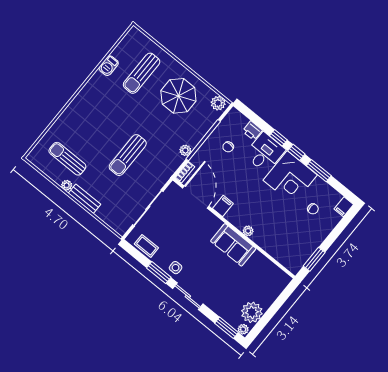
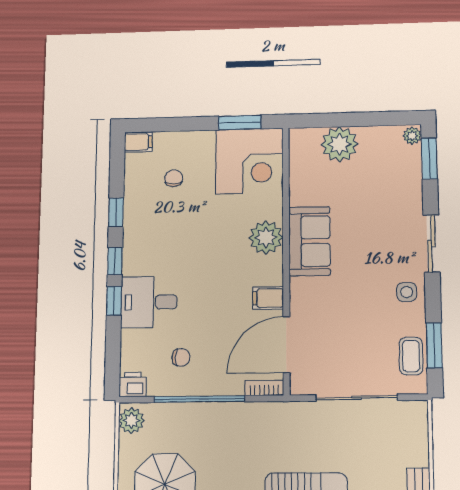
printer: (252, 131) -> (133, 384), moved, turned -90
plant: (185, 150) -> (233, 412), removed
window: (319, 171) -> (116, 212), width x0.67
corner desk: (290, 178) -> (249, 161), moved, turned 90
plant: (248, 231) -> (266, 237), width x1.87, depth x1.87
window: (159, 273) -> (434, 345), moved
plant: (252, 312) -> (339, 144), moved

